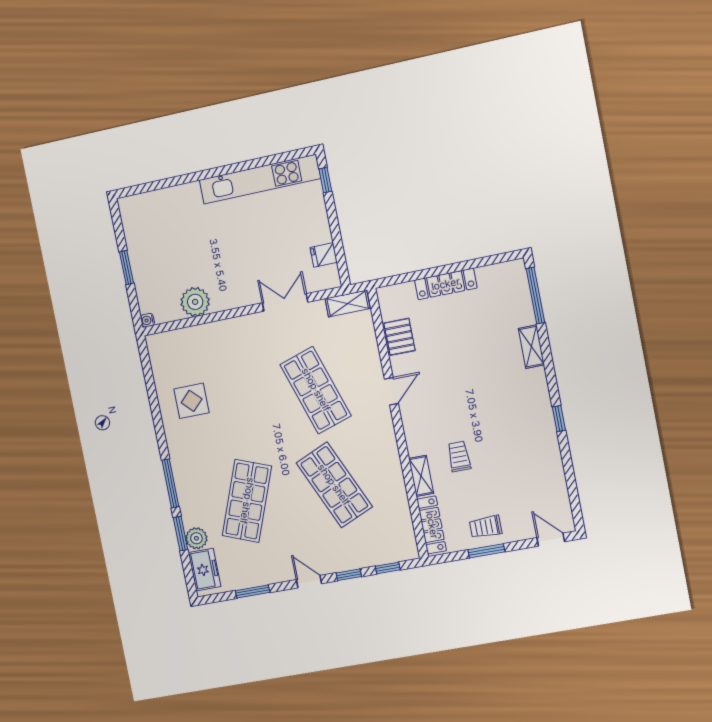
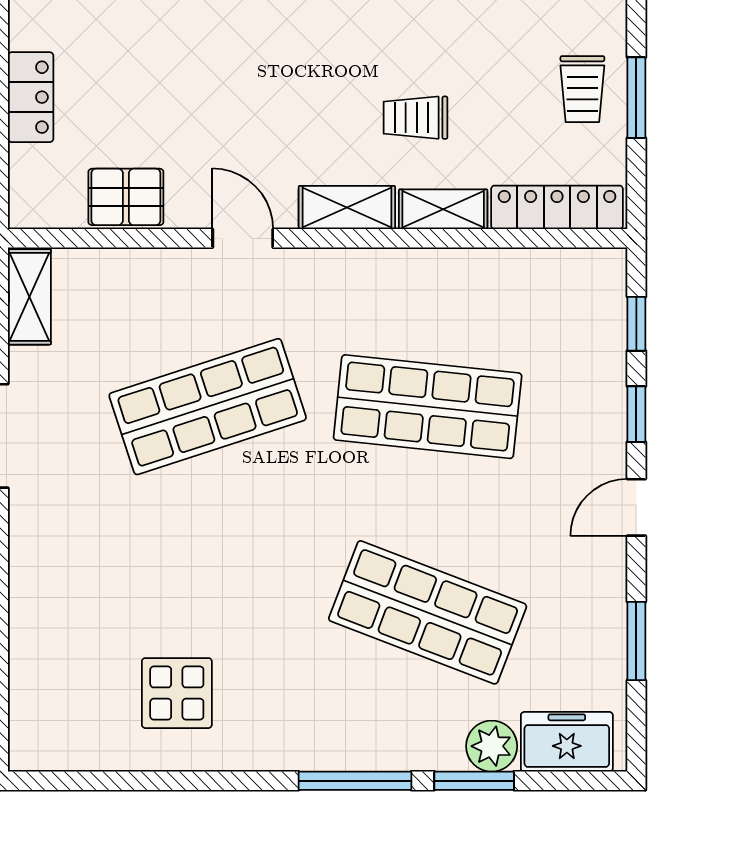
locker: (446, 284) -> (31, 97), width x0.66
shelving: (414, 434) -> (347, 207), added
shop shelf: (334, 485) -> (428, 407), turned 30

